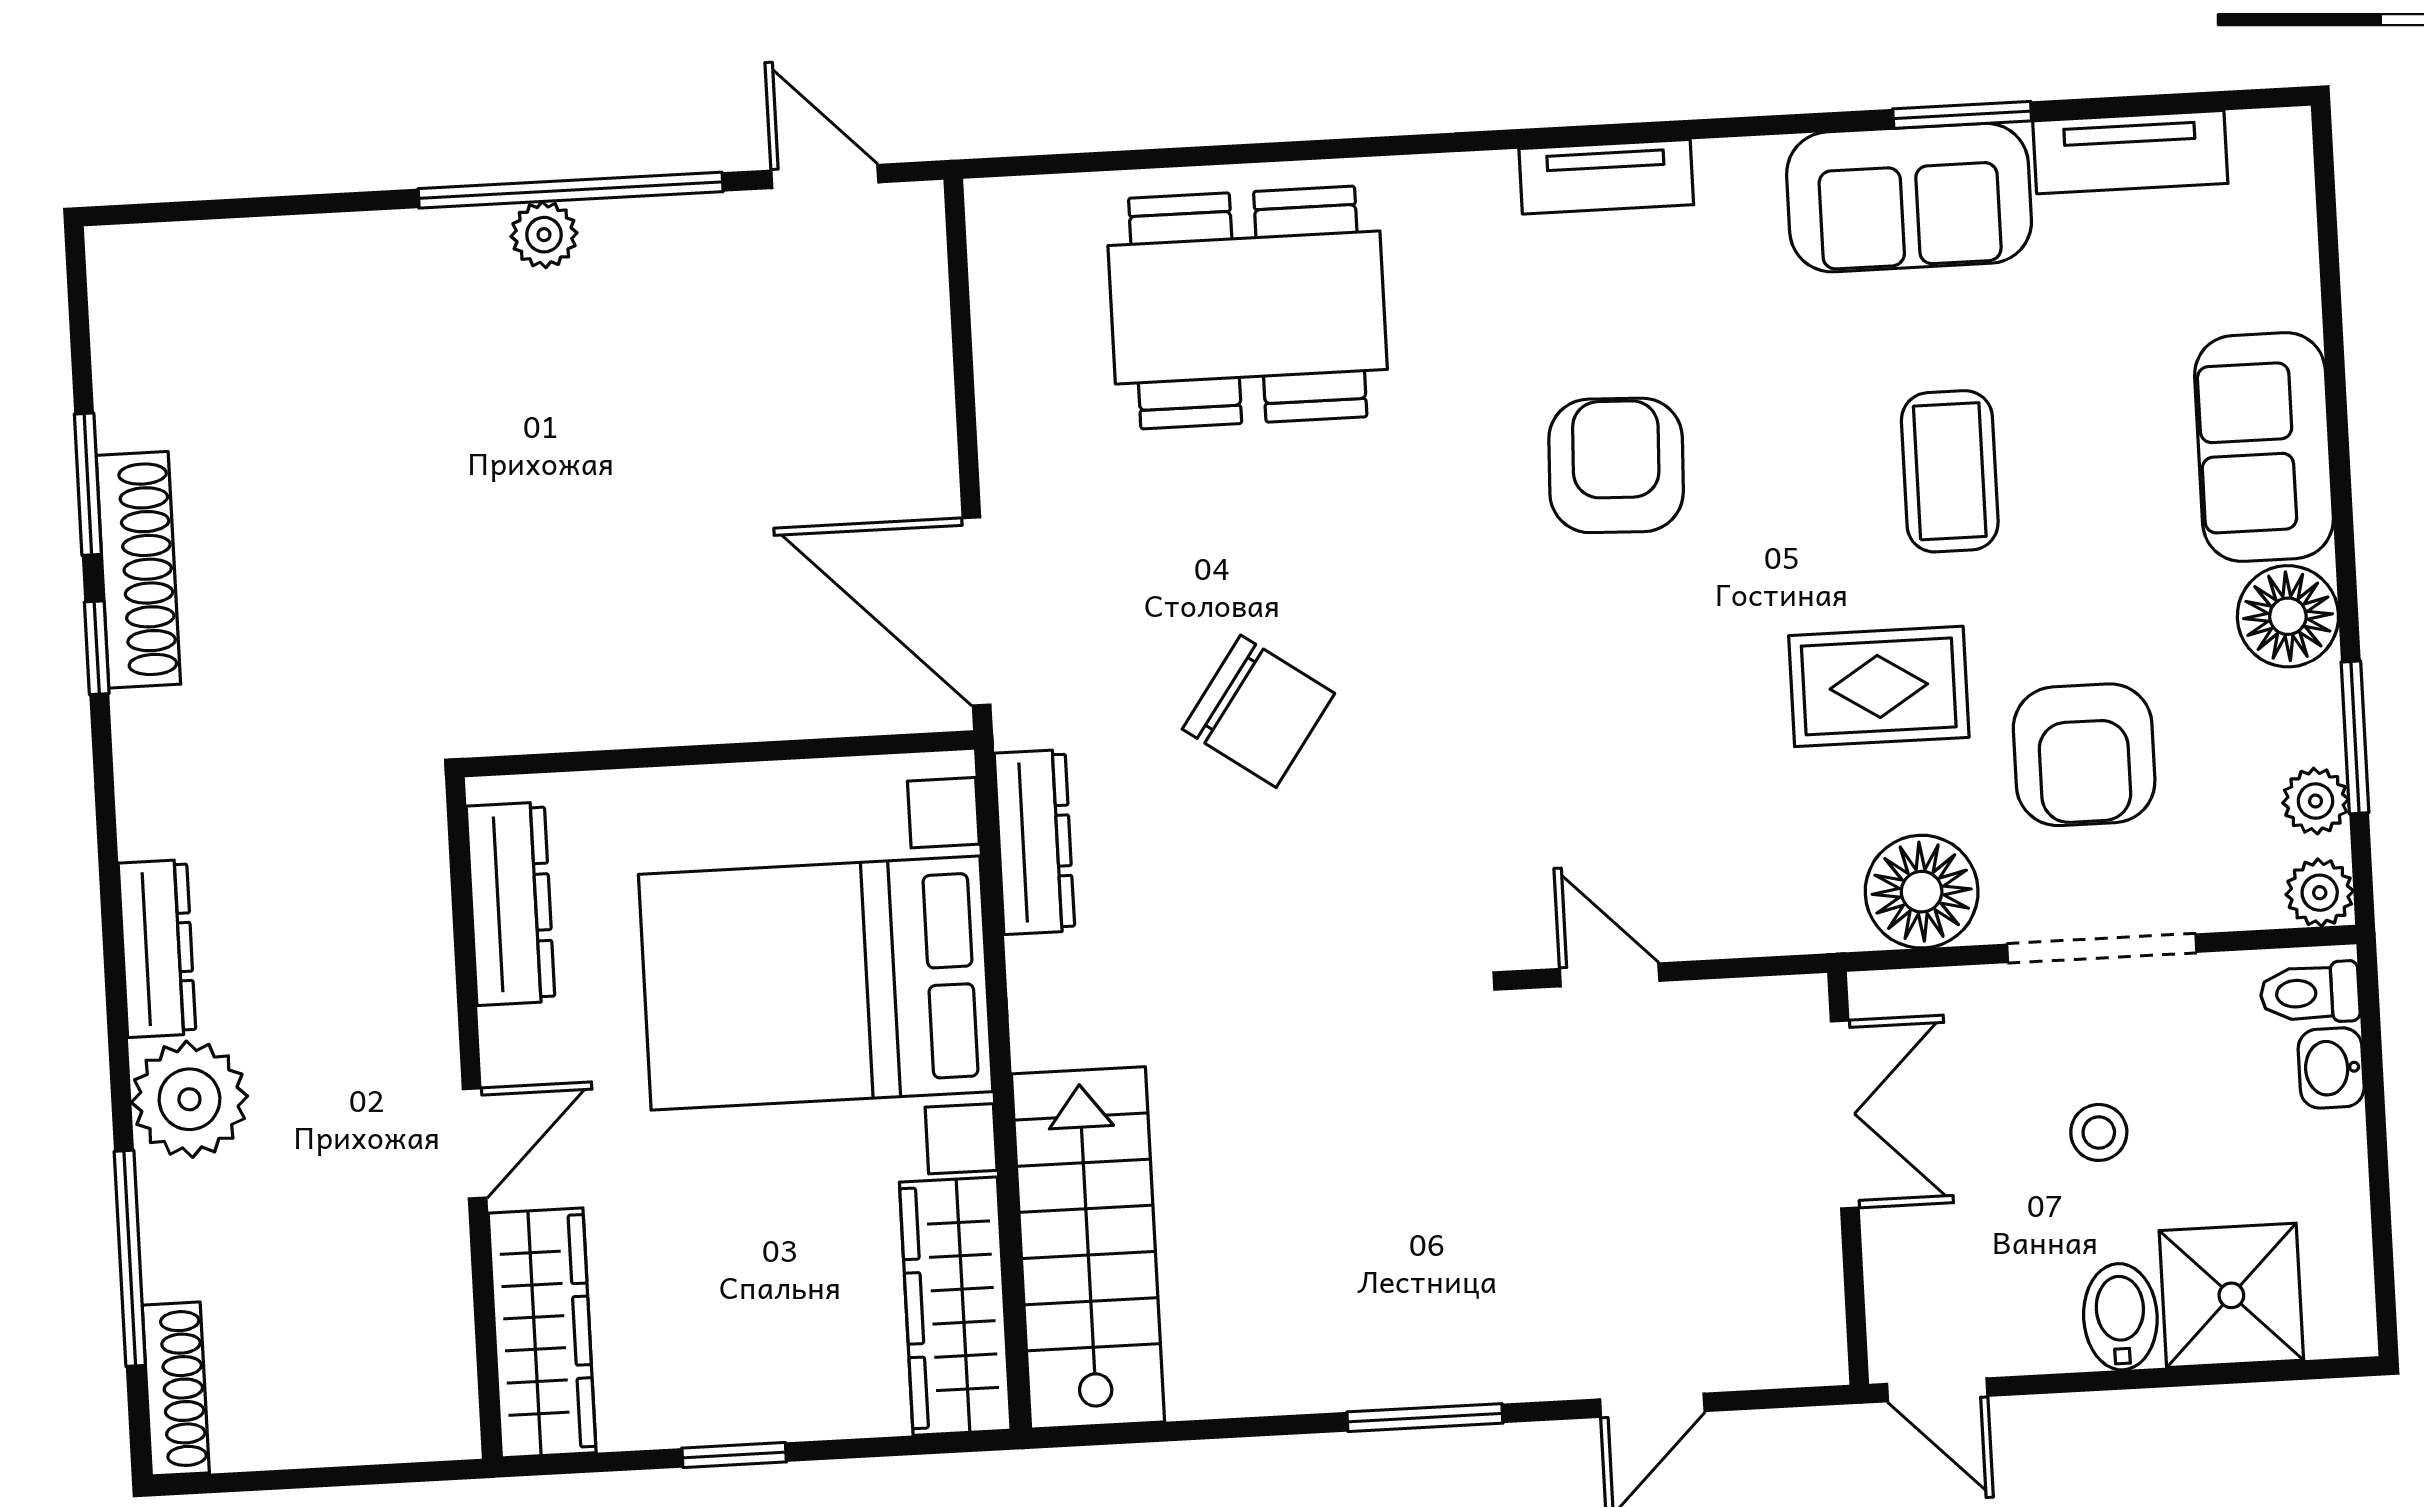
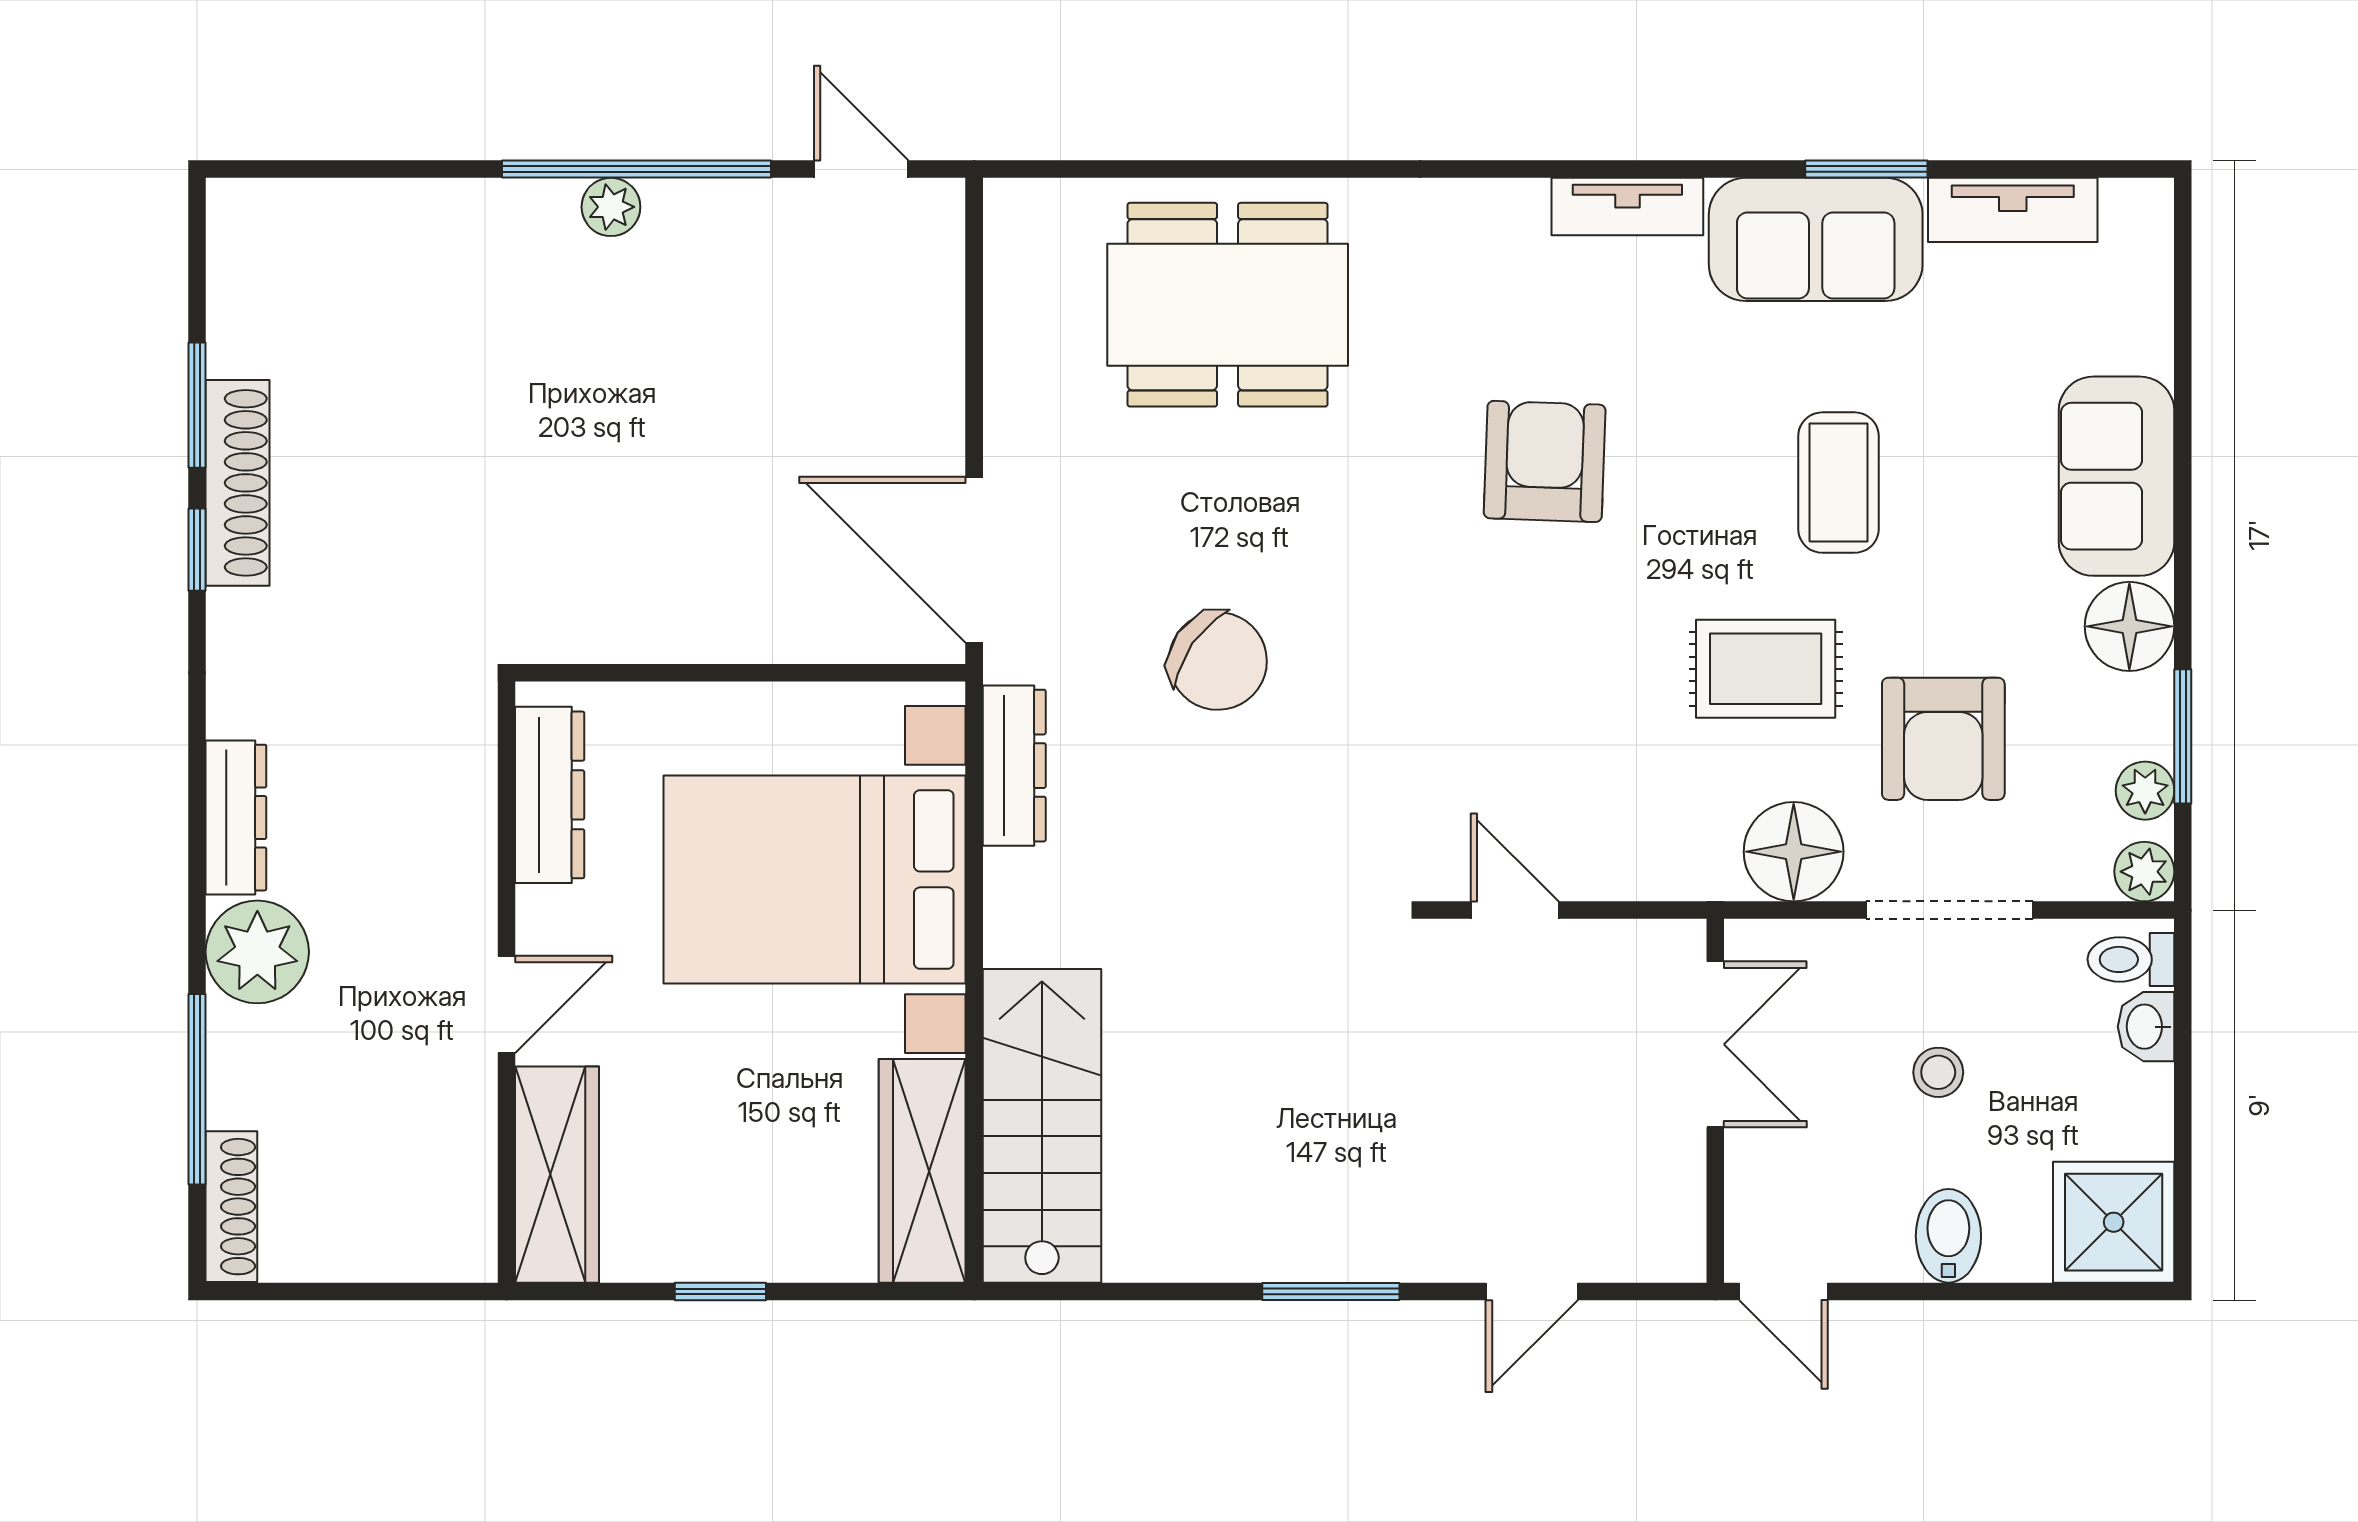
tv unit: (1606, 177) -> (1627, 207), moved
shower: (2231, 1295) -> (2114, 1222), moved

